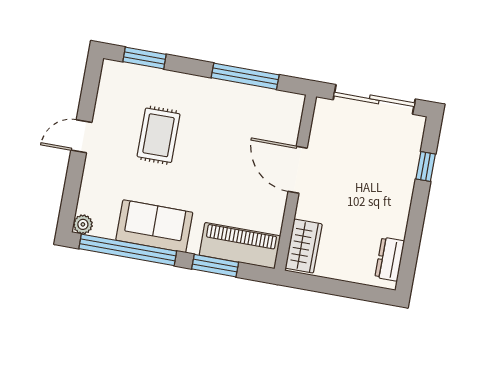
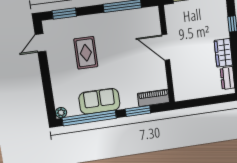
door: (81, 136) -> (41, 43), moved
piano: (240, 246) -> (154, 98), width x0.73, depth x0.75
wardrobe: (304, 246) -> (223, 53), moved, turned 180

